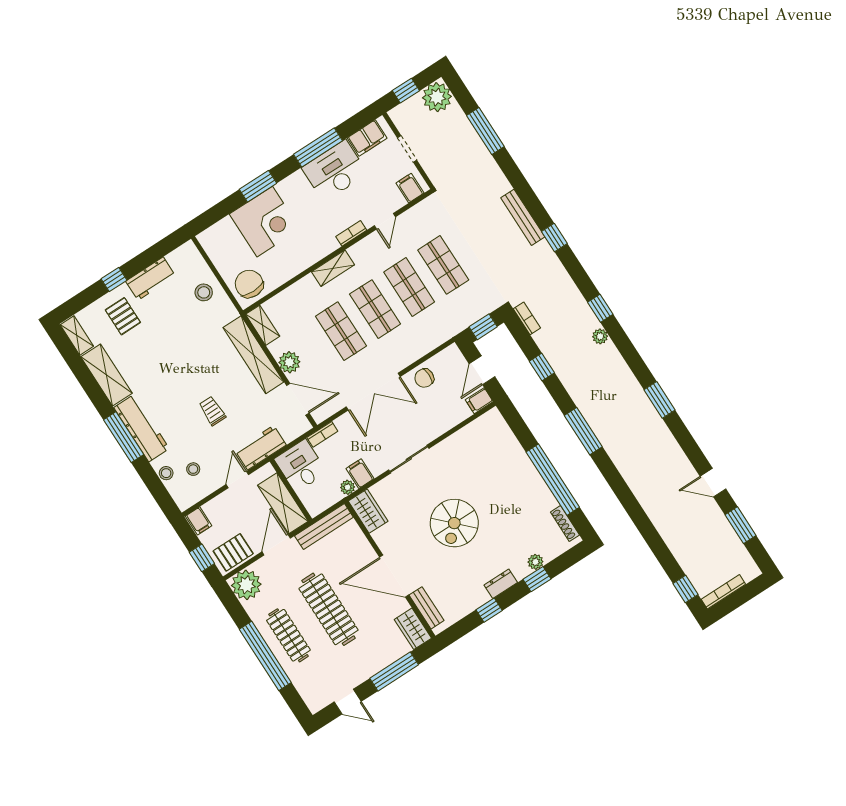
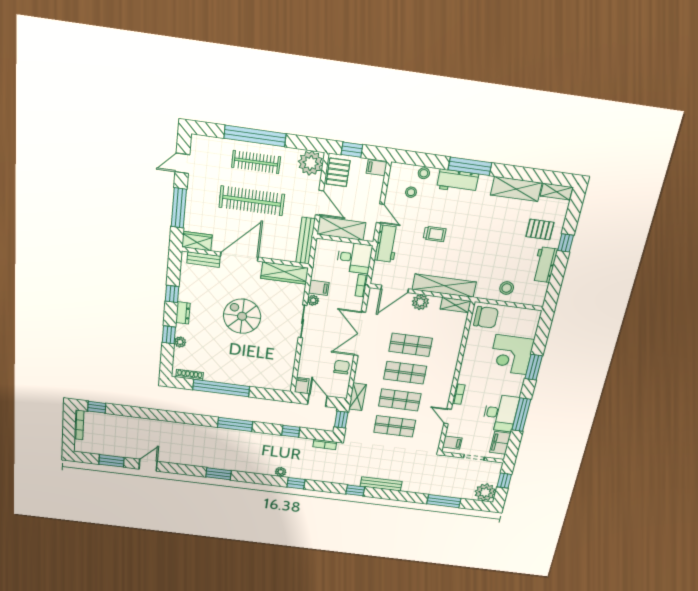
shelving: (333, 268) -> (357, 397), moved
workbench: (142, 428) -> (458, 181), width x0.73
plant: (348, 487) -> (313, 300), moved
wardrobe: (368, 511) -> (285, 273), width x1.50

